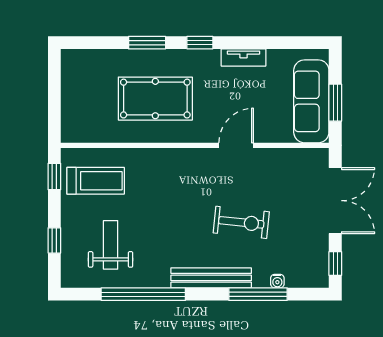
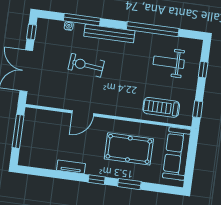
sofa: (311, 101) -> (177, 154), moved, turned 180
window: (335, 103) -> (18, 131), width x1.44
treadmill: (96, 181) -> (161, 107), moved
weight bench: (111, 245) -> (169, 62), turned 90

